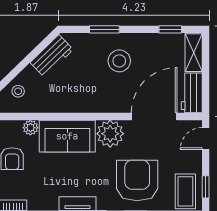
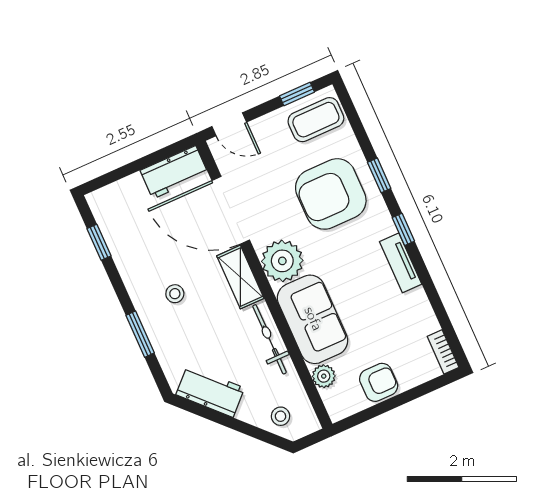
shelving: (194, 53) -> (240, 277), moved, turned 90
stool: (119, 61) -> (175, 294), width x0.53, depth x0.53
bicycle: (67, 105) -> (270, 339), added

